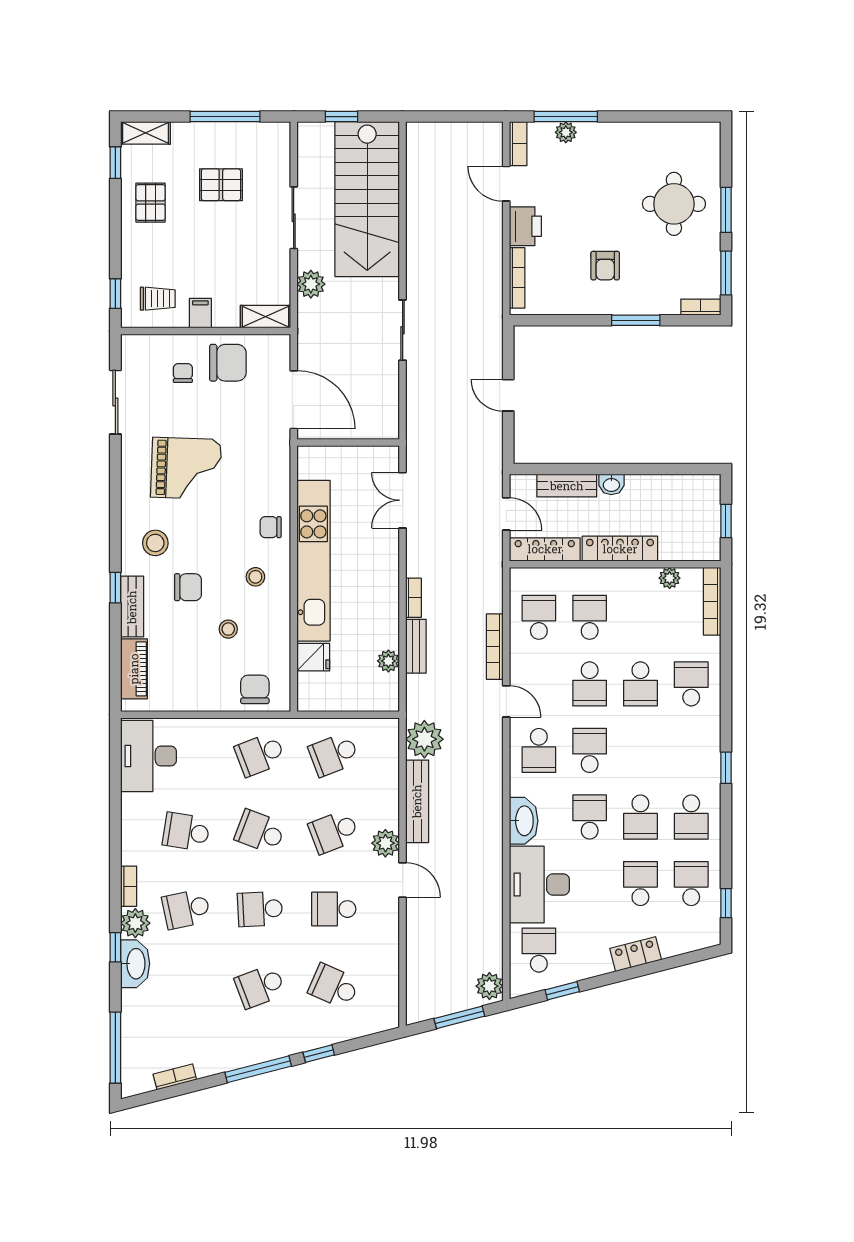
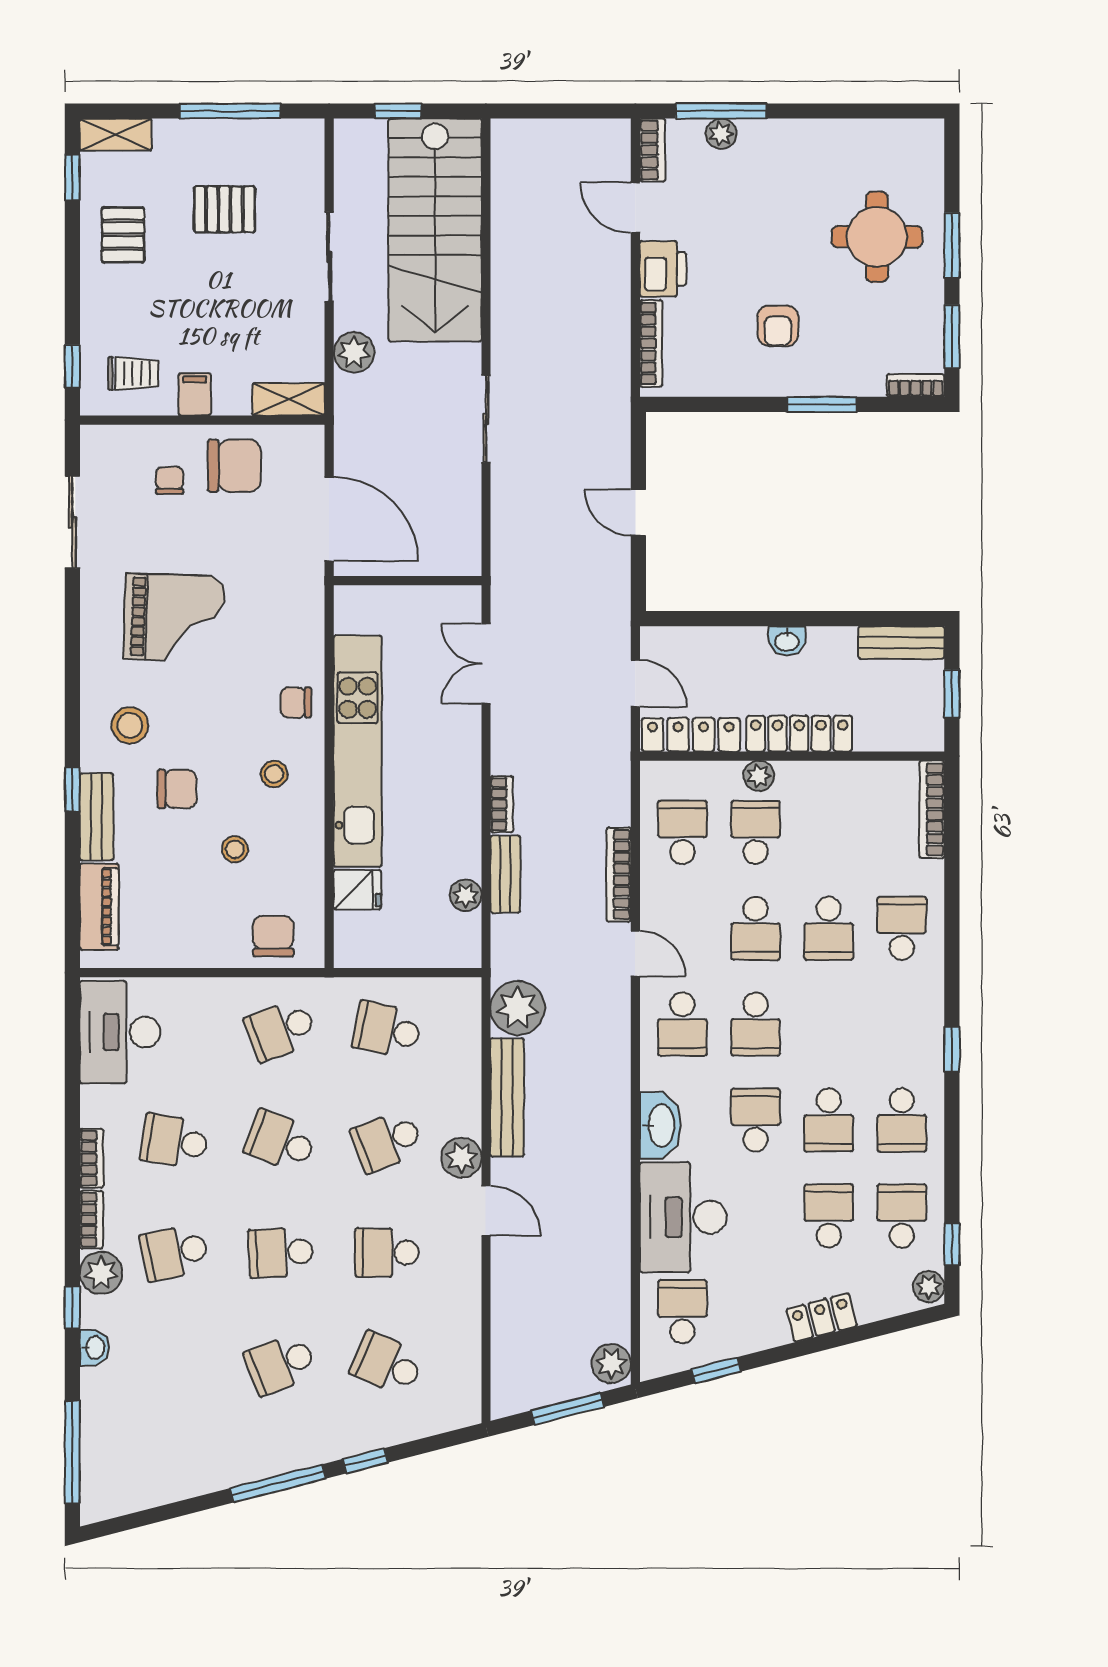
bench: (567, 486) -> (901, 643), moved
plant: (670, 578) -> (759, 776), moved
school desk: (590, 750) -> (756, 1024), turned 180
school desk: (334, 754) -> (387, 1030), turned 33
plant: (710, 933) -> (929, 1287), added
washbasin: (135, 964) -> (94, 1348), width x0.52, depth x0.69
bookcase: (175, 1077) -> (92, 1158), moved, turned 104

